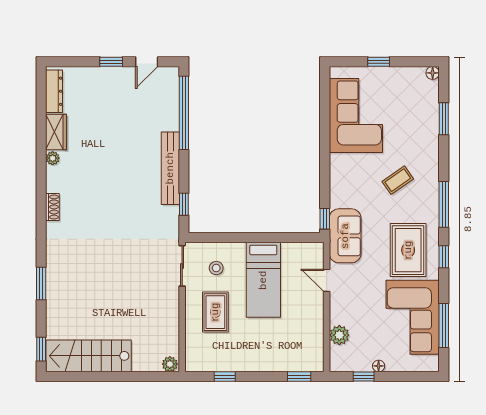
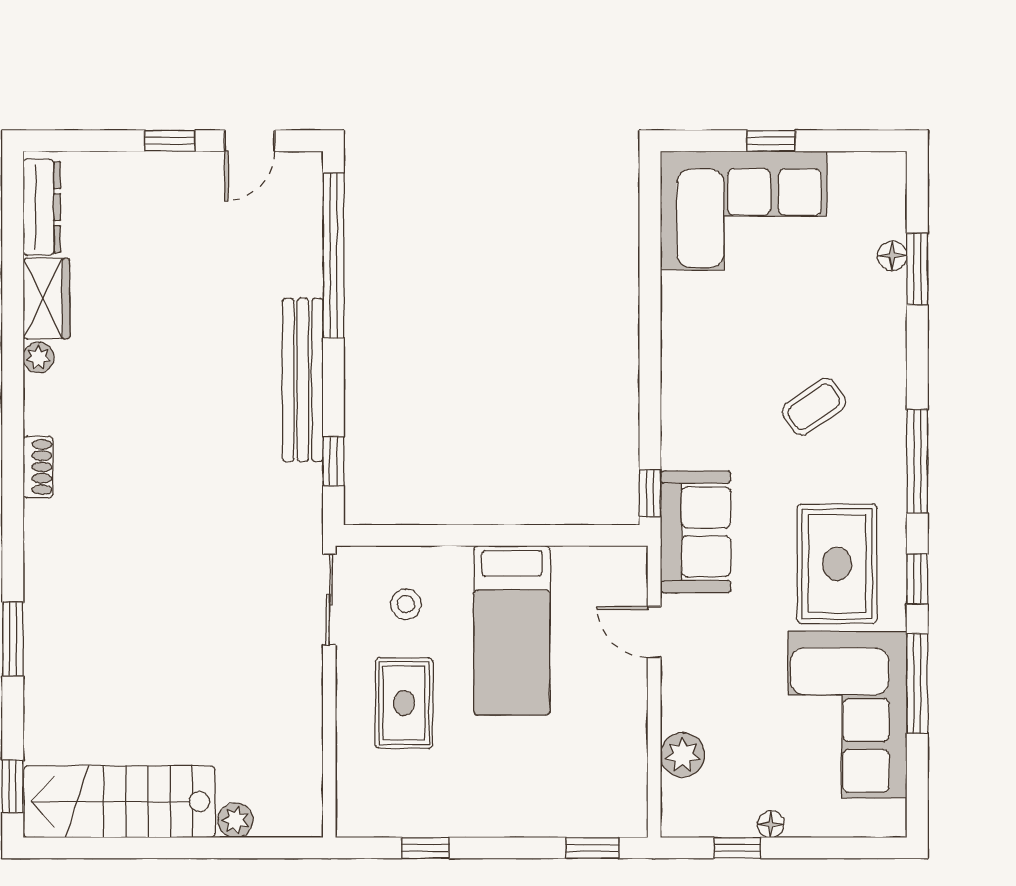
floor lamp: (433, 73) -> (892, 256), moved
corner sofa: (356, 115) -> (744, 211), moved, turned 90
window: (444, 325) -> (917, 684), moved
plant: (170, 364) -> (236, 820), moved

